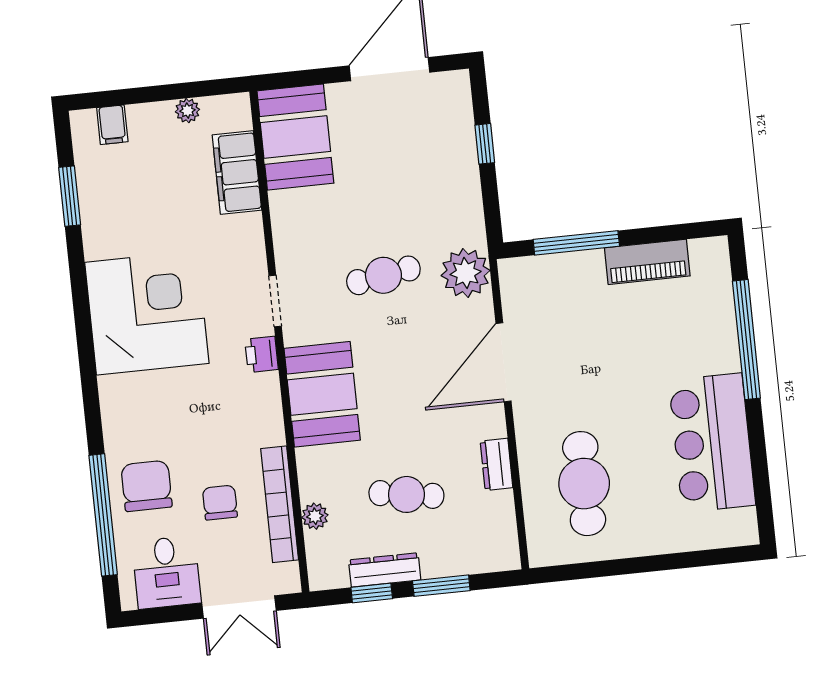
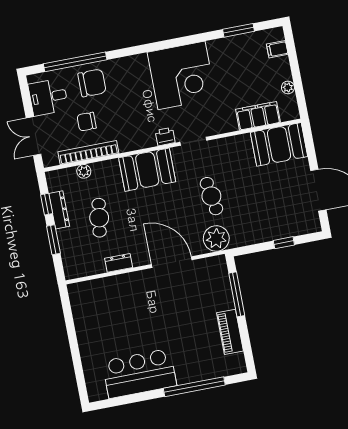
cafe table: (584, 484) -> (113, 309), removed
chair: (220, 503) -> (87, 122), turned 180

